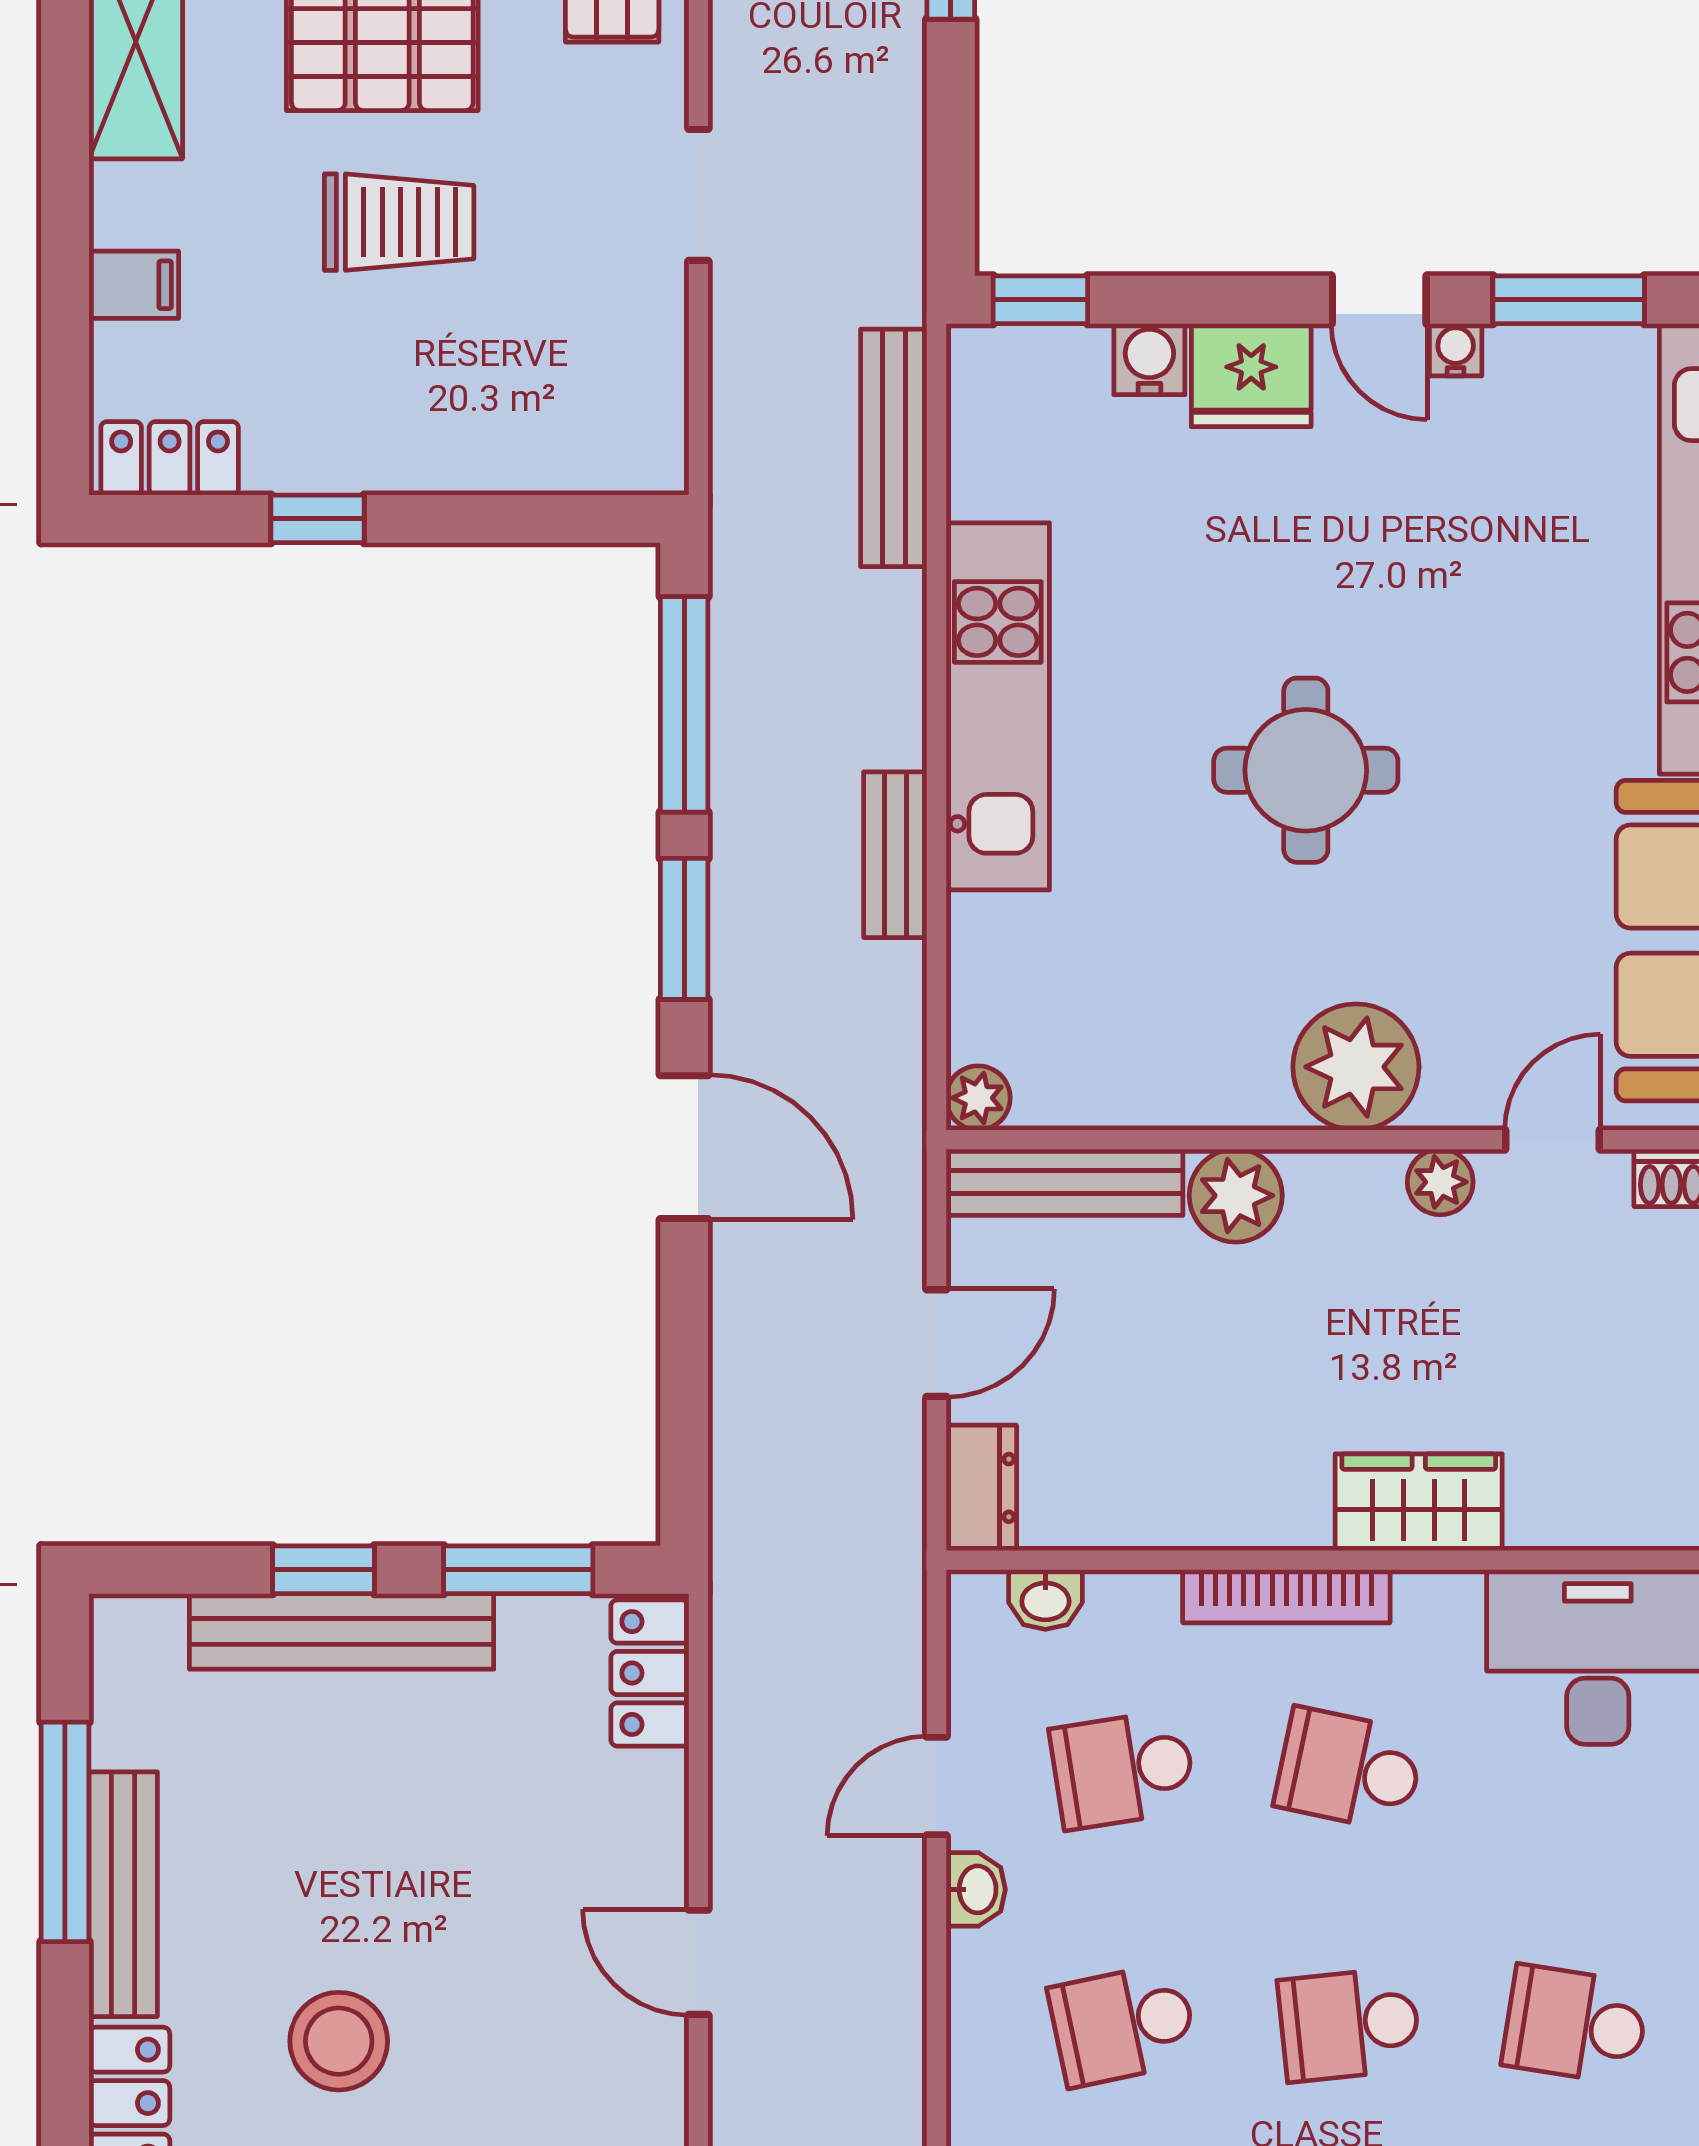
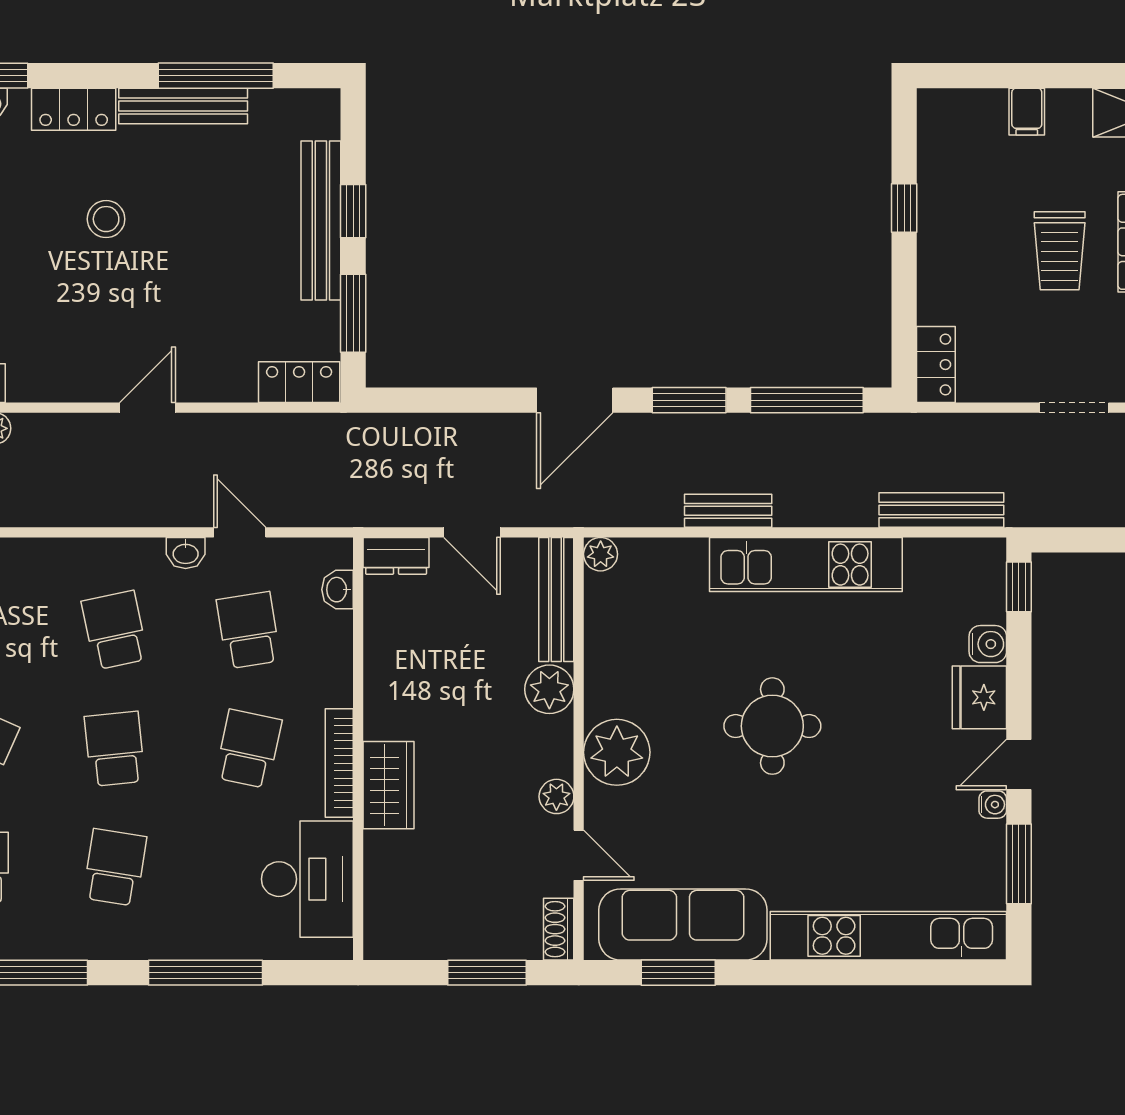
locker: (170, 458) -> (936, 365), moved
bookcase: (1286, 1596) -> (339, 763), moved
stool: (339, 2041) -> (106, 219), width x0.73, depth x0.73

